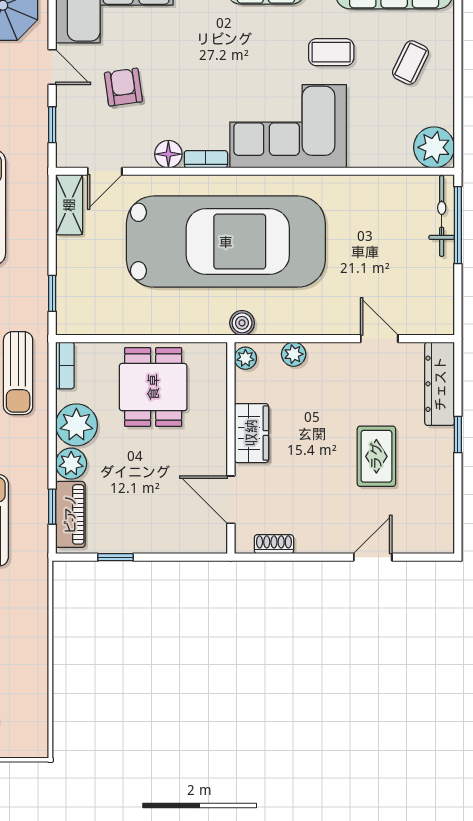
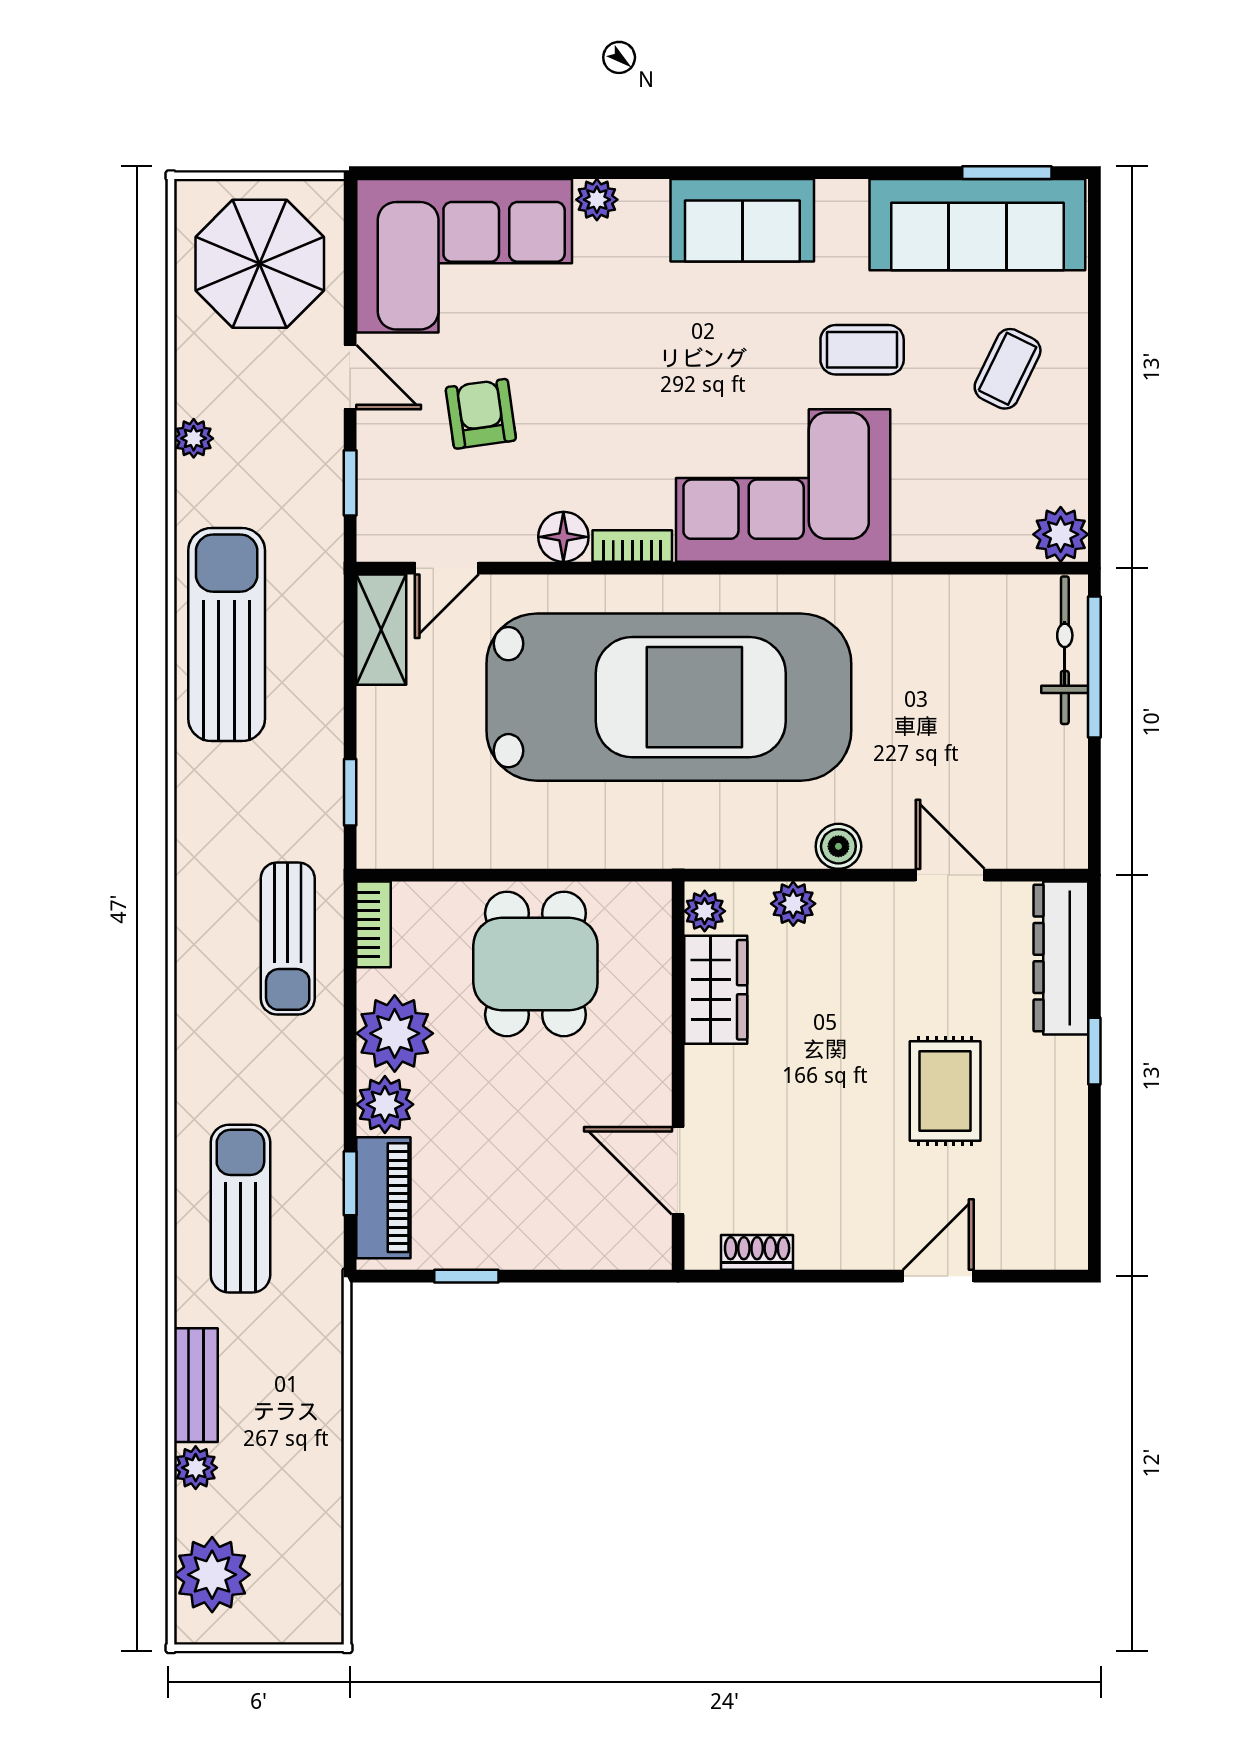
plant: (434, 147) -> (1061, 534), width x0.73, depth x0.73
boiler: (242, 323) -> (838, 846), moved
wardrobe: (251, 433) -> (716, 990), moved

